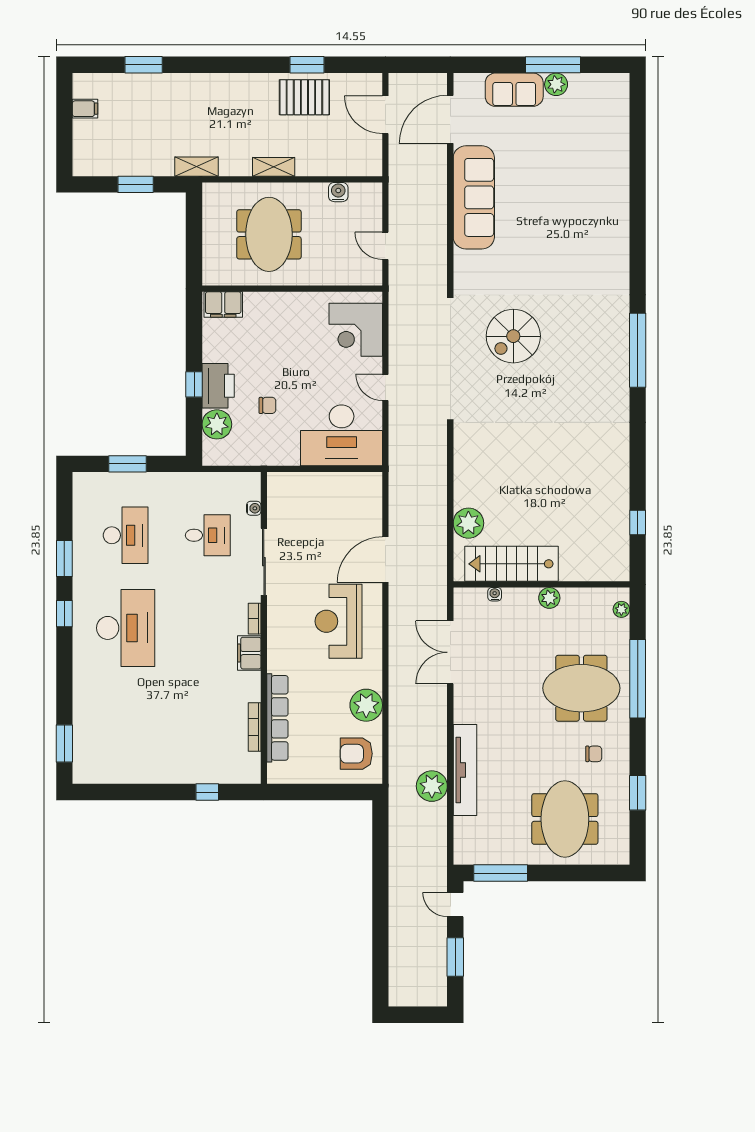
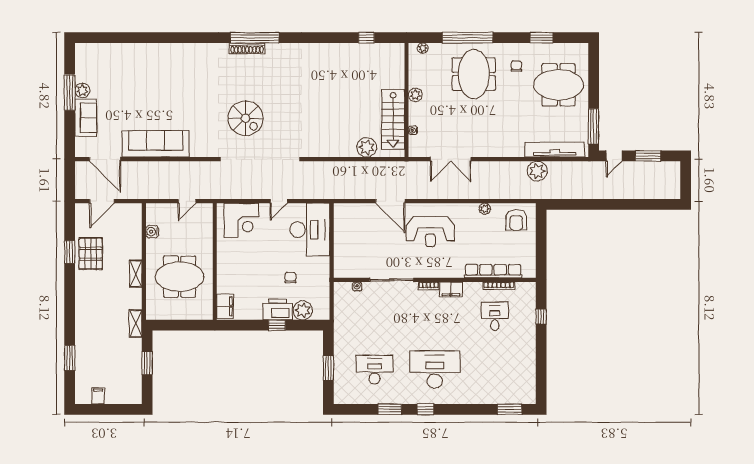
shoe rack: (621, 338) -> (247, 48), added
desk: (208, 535) -> (495, 316), moved
plant: (366, 705) -> (485, 209), width x0.53, depth x0.53
tv unit: (465, 770) -> (555, 150), moved

